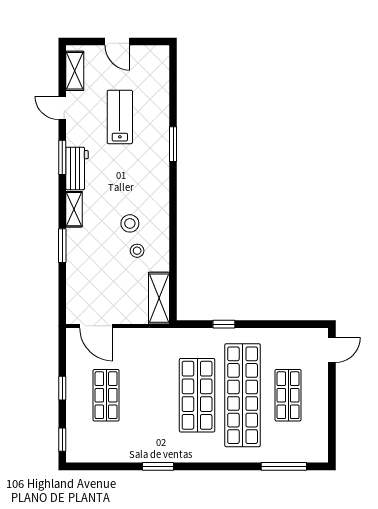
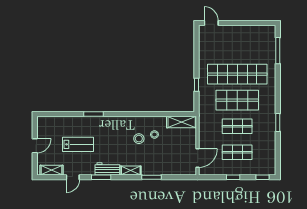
lab bench: (120, 117) -> (78, 144), turned 180
shop shelf: (288, 395) -> (237, 126), moved

